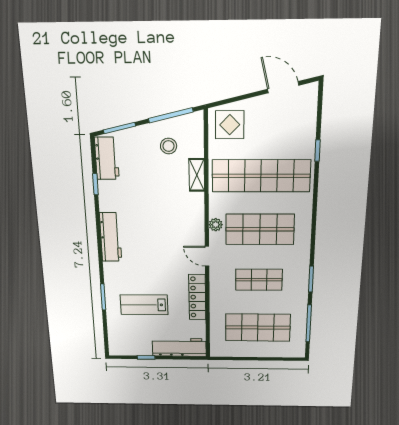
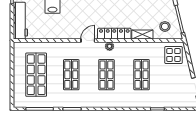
stool: (169, 146) -> (165, 26), moved
shop shelf: (261, 176) -> (142, 75), width x0.50, depth x0.74
shop shelf: (260, 229) -> (106, 75), width x0.70, depth x0.74
locker: (197, 297) -> (114, 34), moved

